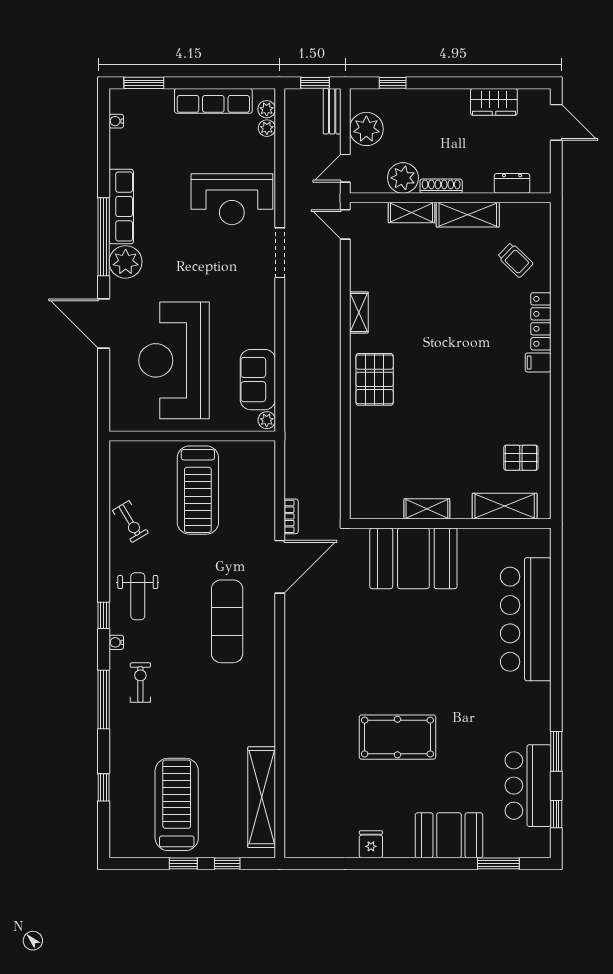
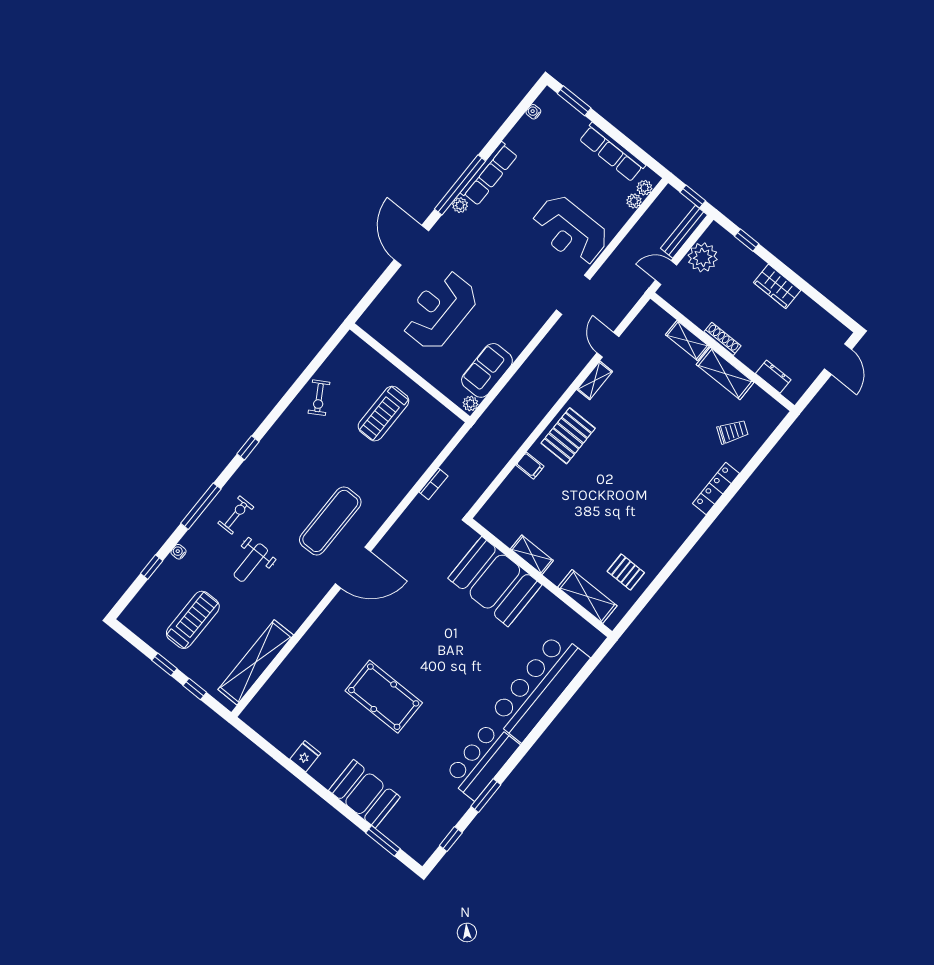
wardrobe: (494, 102) -> (777, 286), moved
bench: (332, 111) -> (684, 232), width x1.36
plant: (403, 178) -> (701, 312), removed
door: (345, 224) -> (608, 345), moved
trolley: (515, 260) -> (733, 432), turned -100
plant: (126, 262) -> (460, 205), width x0.53, depth x0.53
reception desk: (174, 360) -> (440, 310), width x0.74, depth x0.77
filing cabinet: (538, 363) -> (530, 466), moved, turned 180
treadmill: (198, 490) -> (383, 414), width x0.73, depth x0.73
door: (280, 567) -> (353, 568), moved
weight bench: (138, 596) -> (251, 563), moved
water cooler: (116, 642) -> (179, 552), moved
bar counter: (528, 786) -> (482, 760), moved
treadmill: (177, 804) -> (193, 620), width x0.73, depth x0.73

